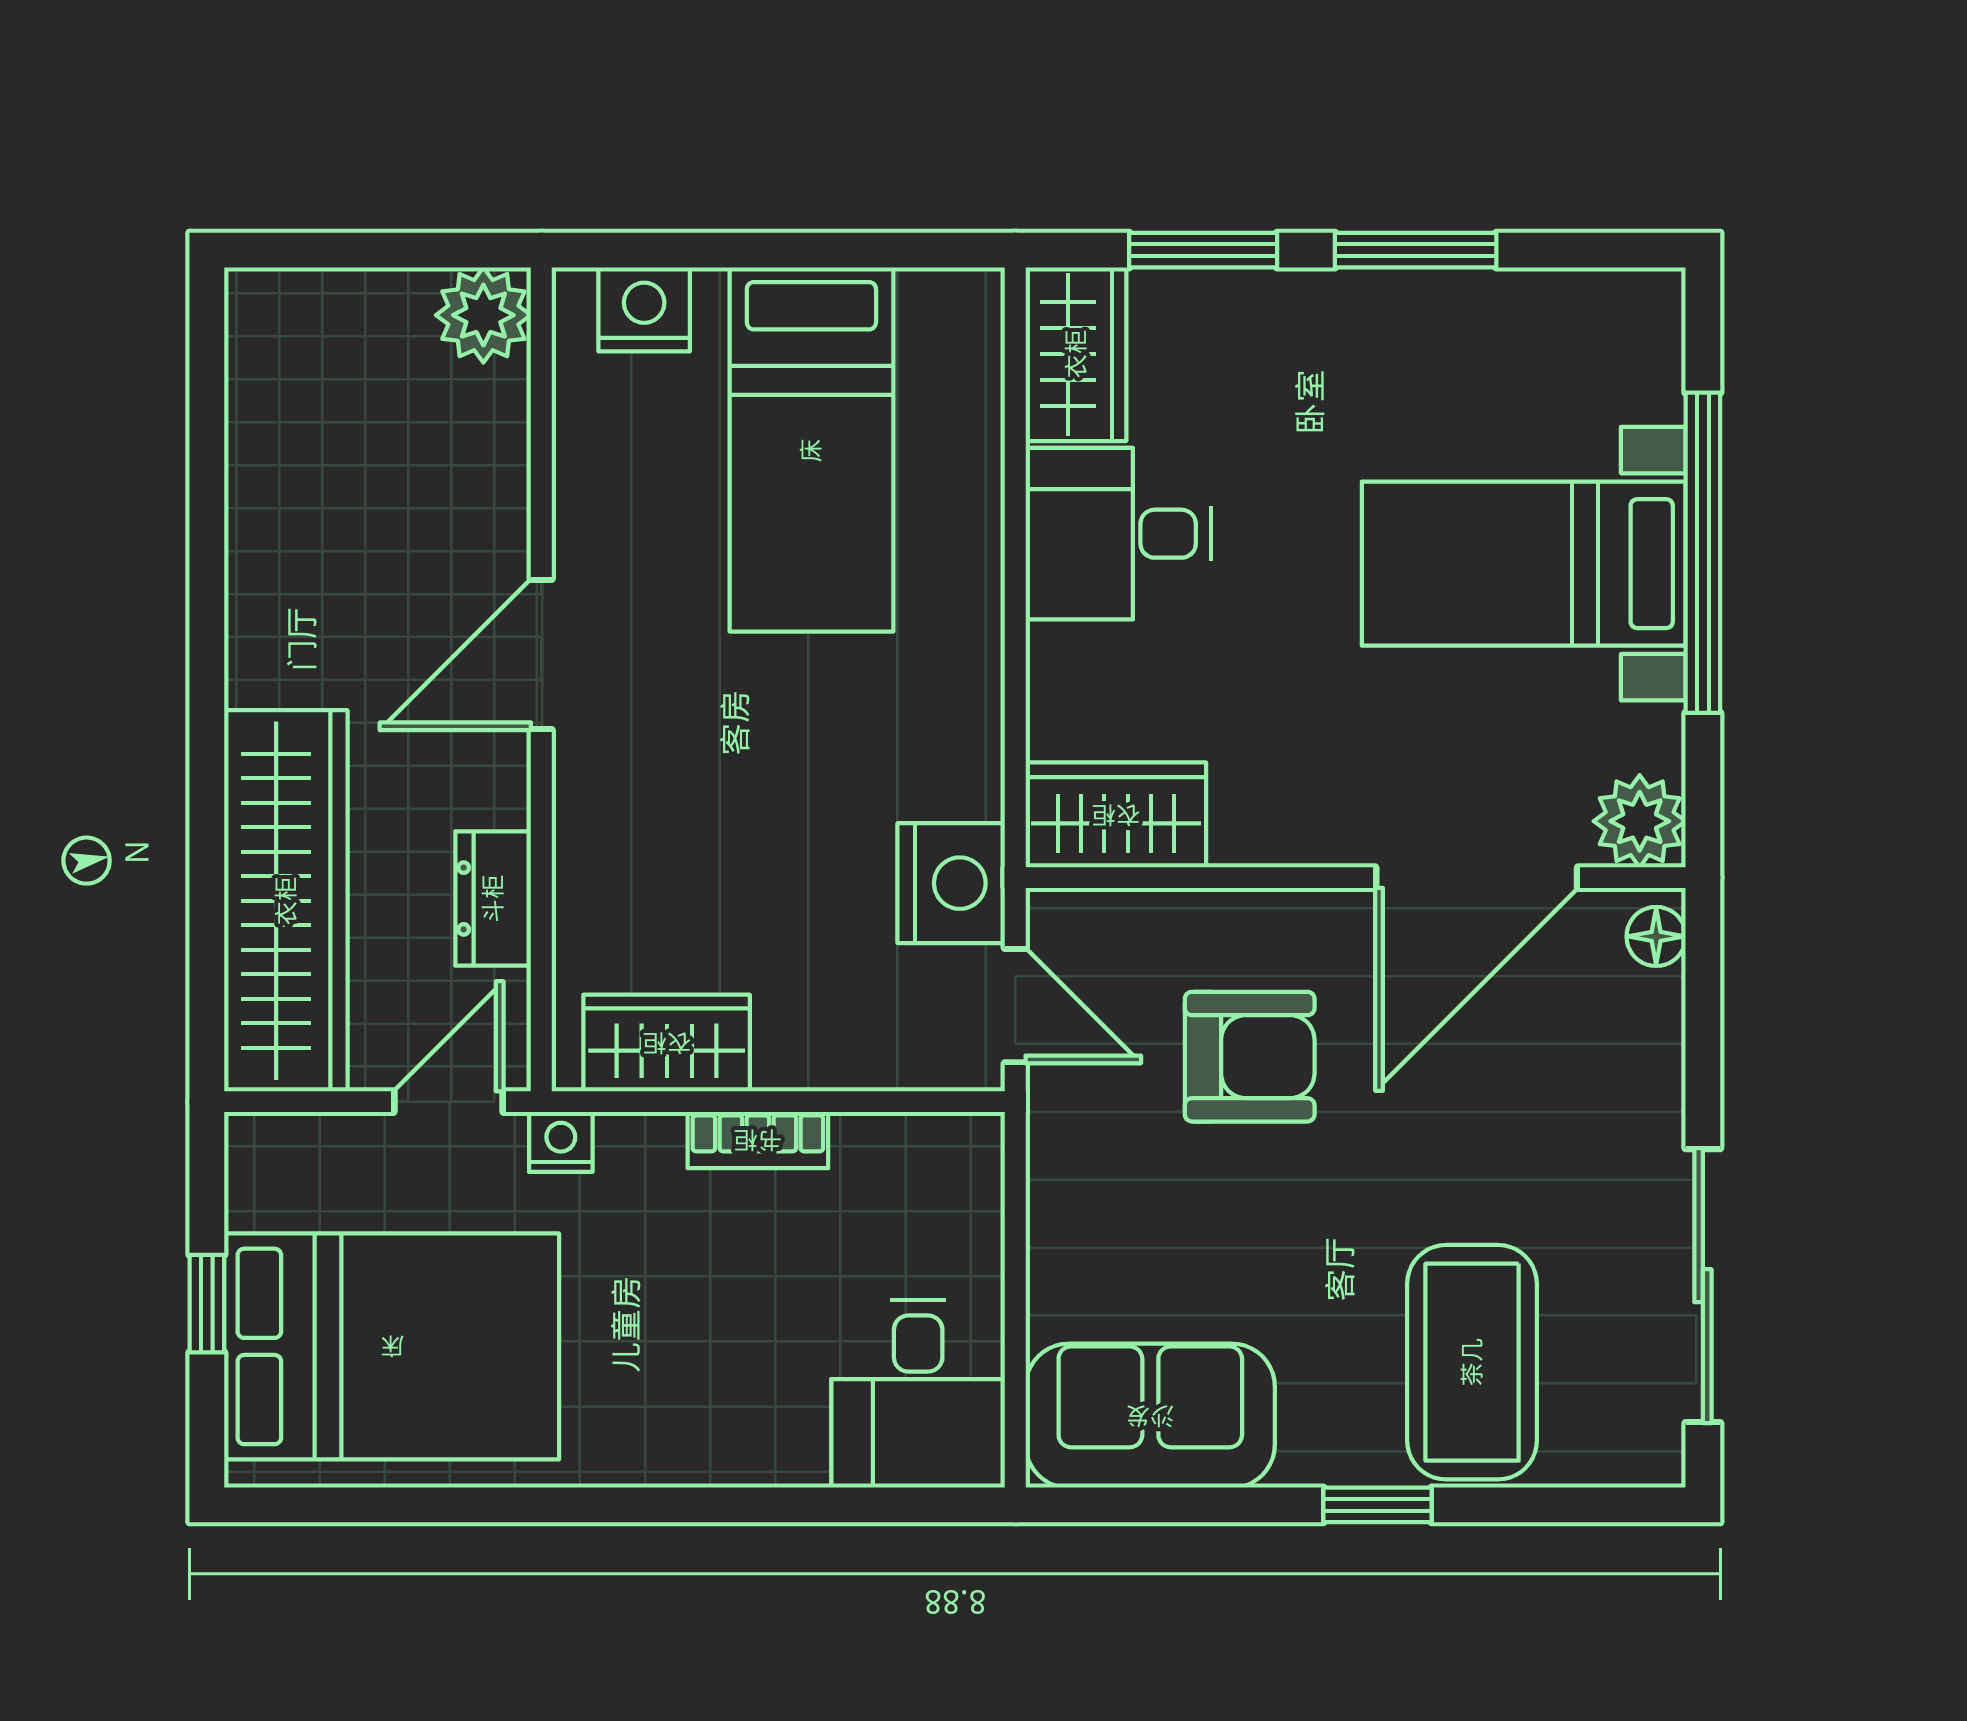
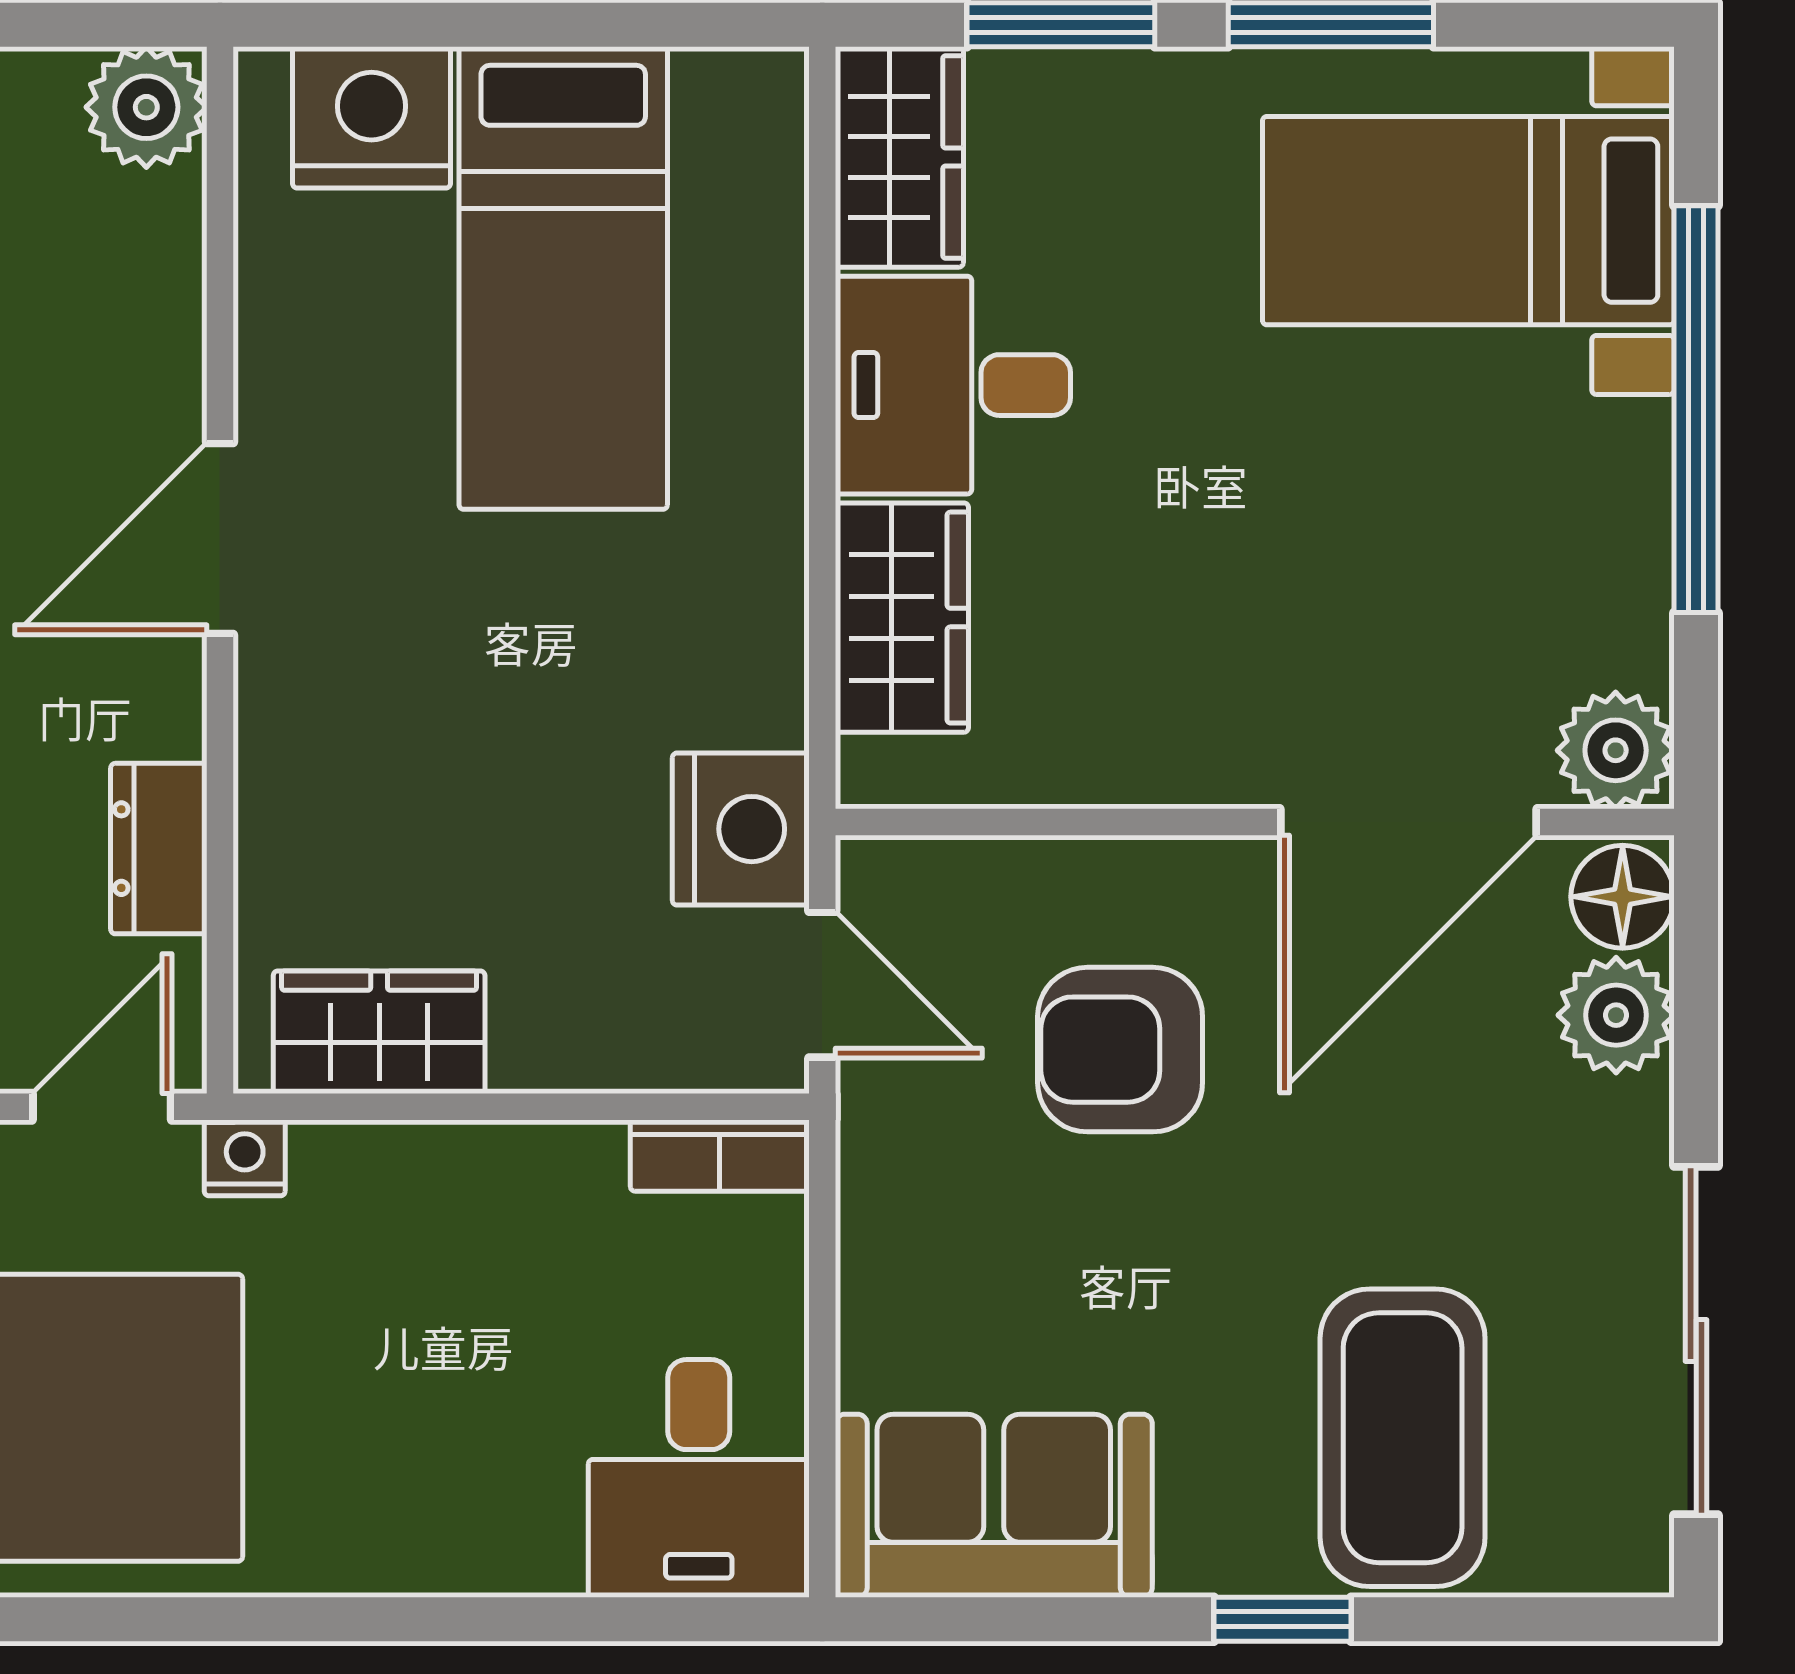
nightstand: (644, 309) -> (371, 117), width x1.36, depth x1.33
bed with nightstands: (1524, 564) -> (1468, 221), moved
wardrobe: (1116, 815) -> (902, 618), moved, turned 90
floor lamp: (1656, 936) -> (1623, 897), width x1.37, depth x1.37
plant: (1640, 1030) -> (1616, 1015), added
armchair: (1250, 1057) -> (1120, 1050), turned 180
bookcase: (758, 1140) -> (720, 1156), moved

